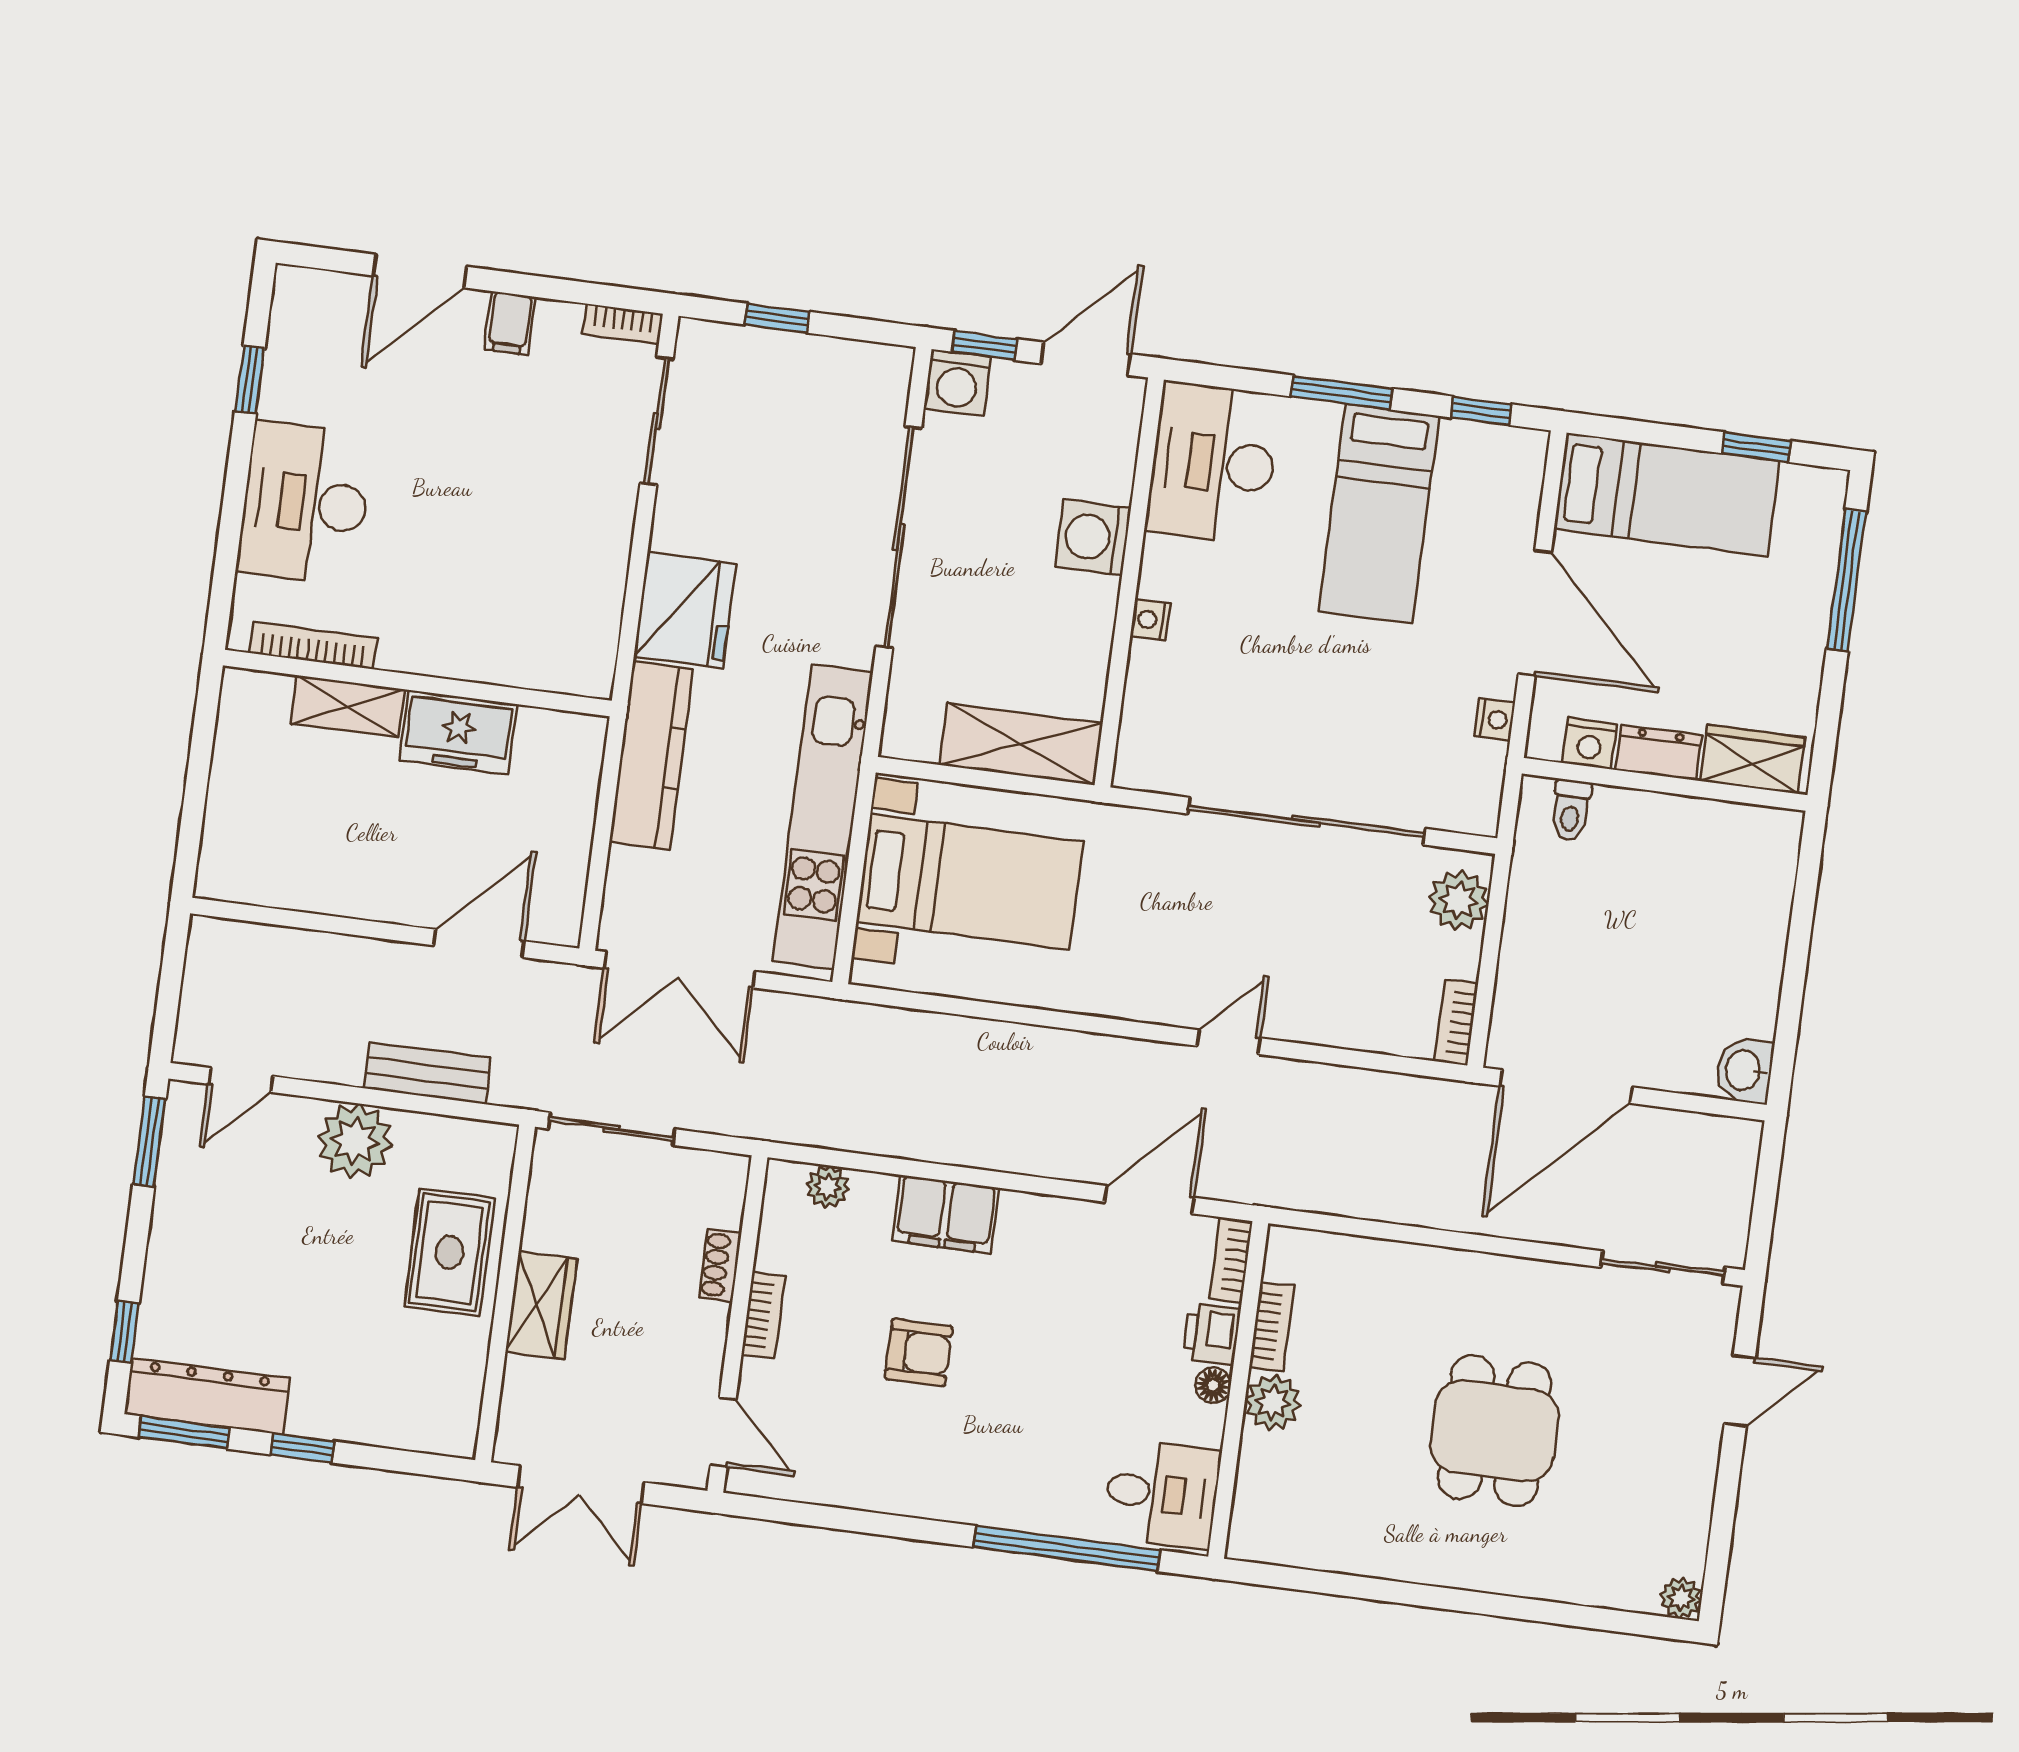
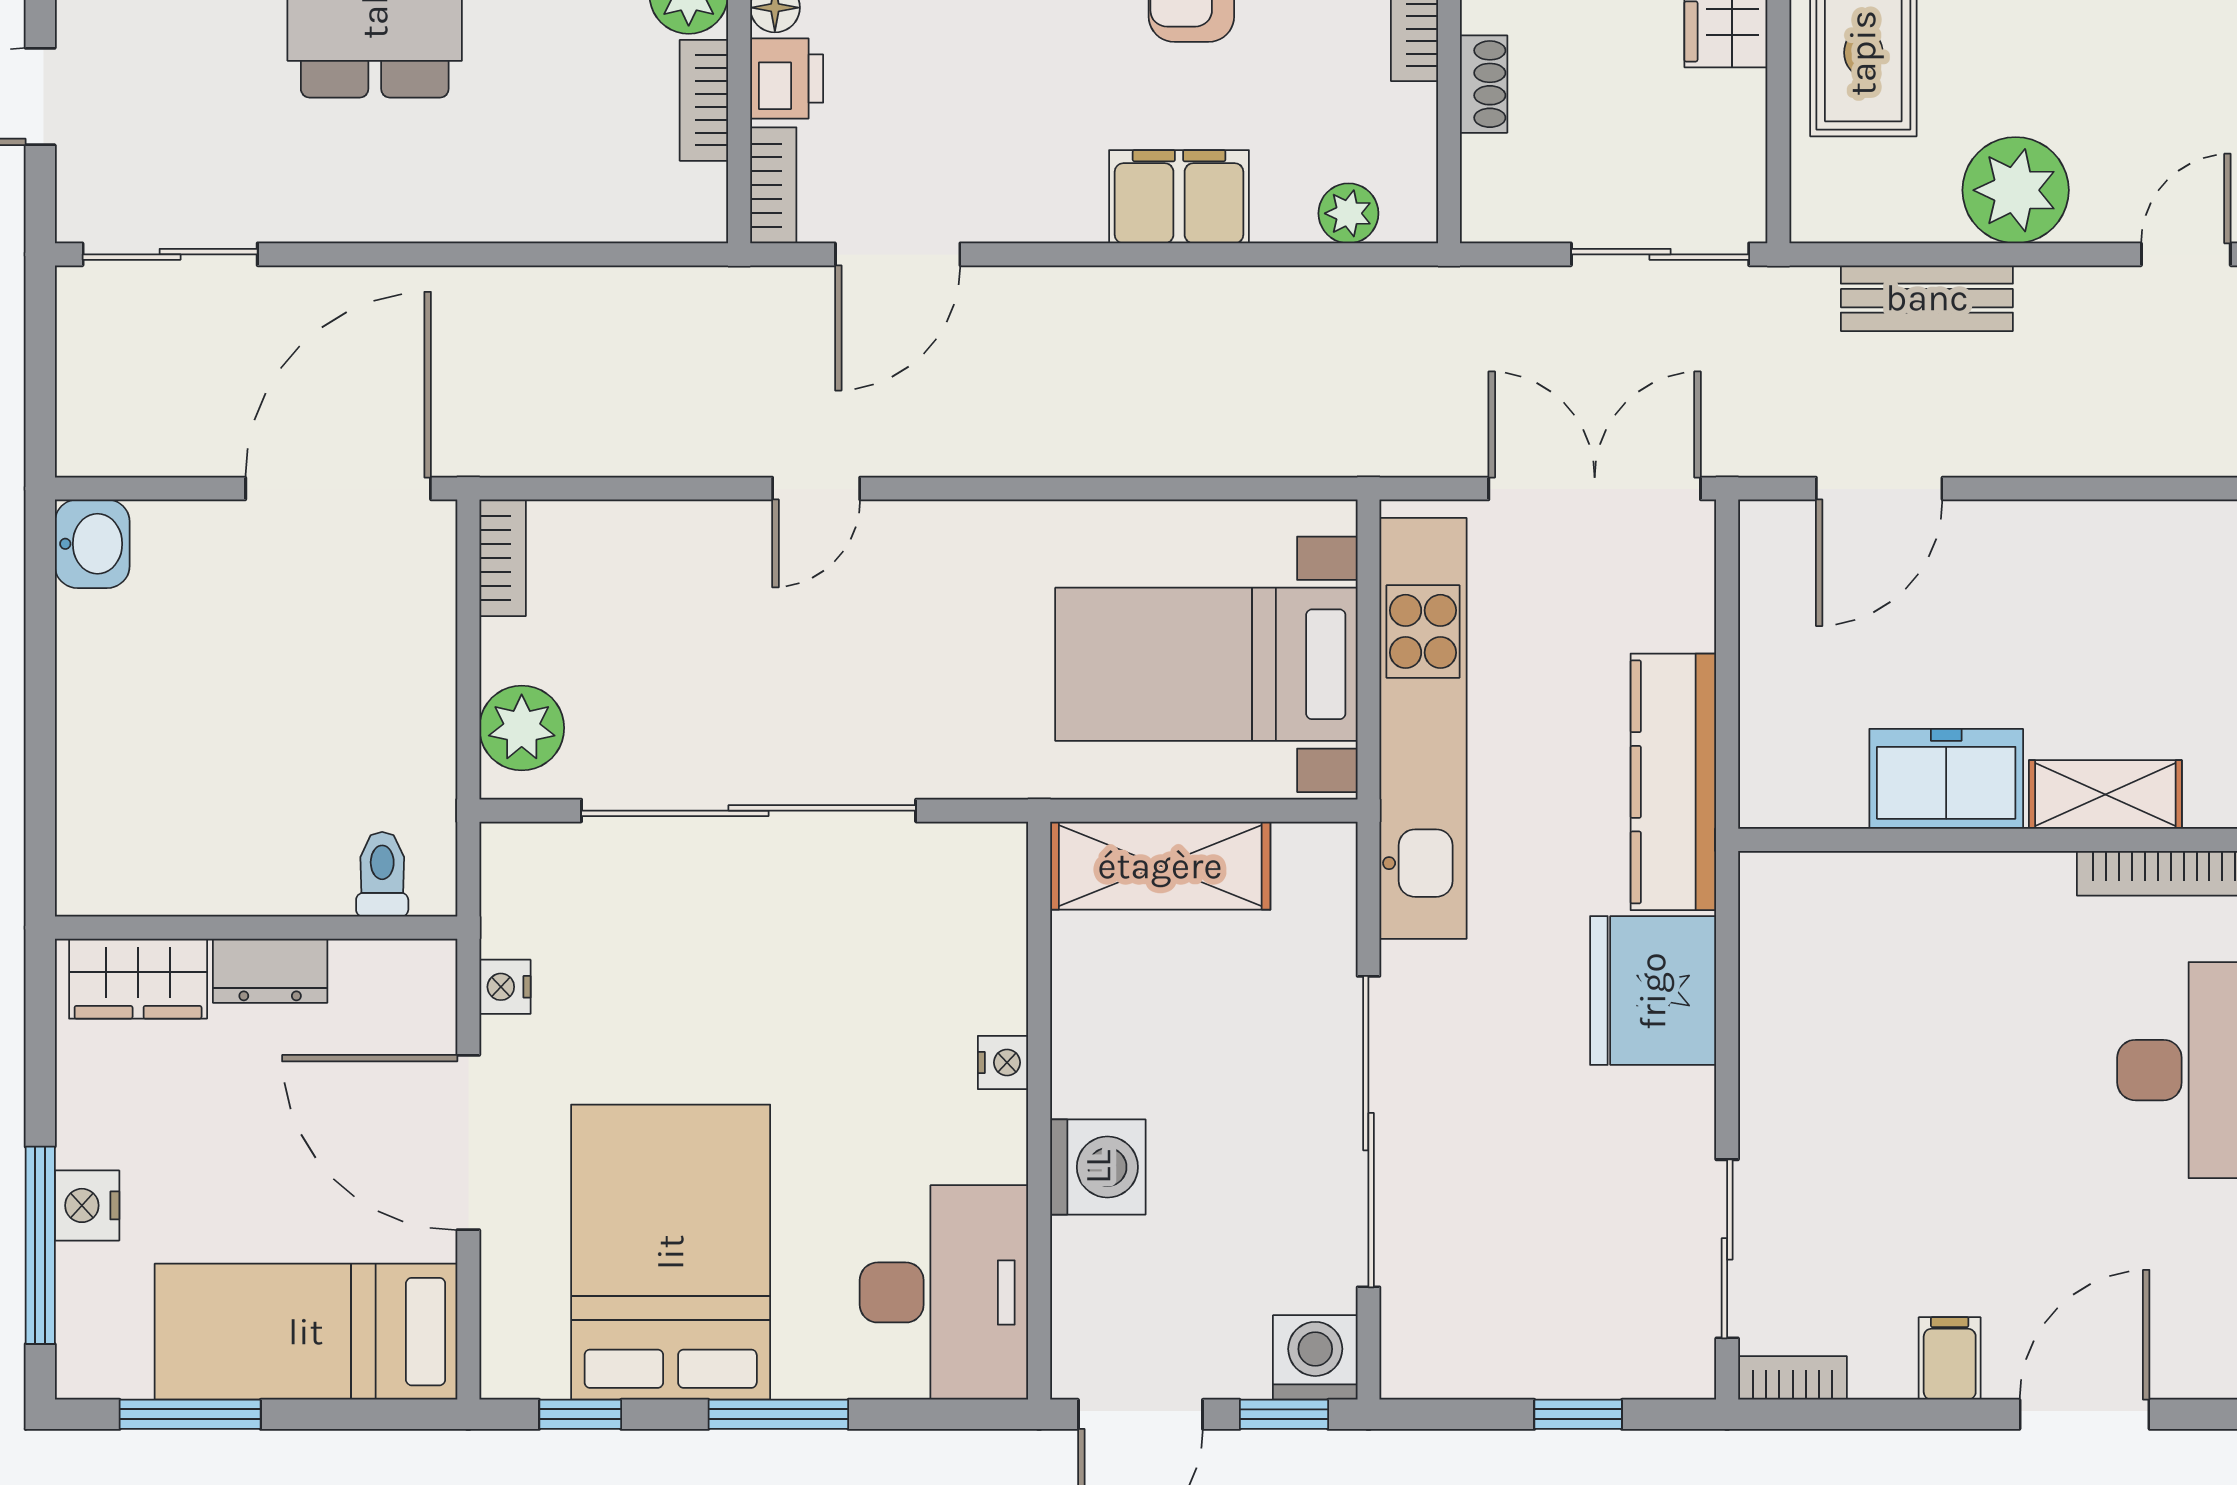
window: (1756, 447) -> (190, 1414), width x1.50
bed: (1379, 514) -> (671, 1252), width x1.50
nightstand: (1590, 743) -> (87, 1205), moved, turned -90

